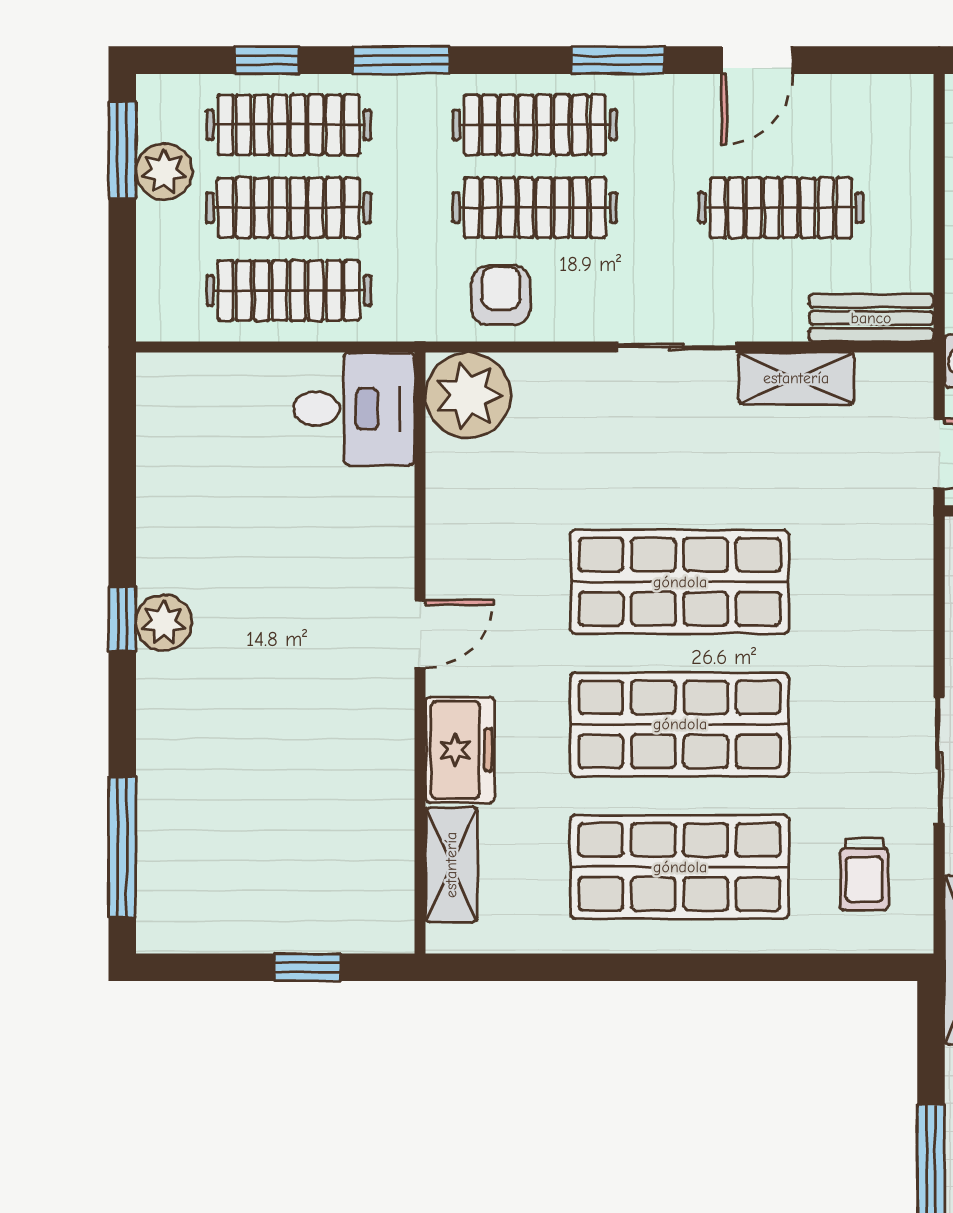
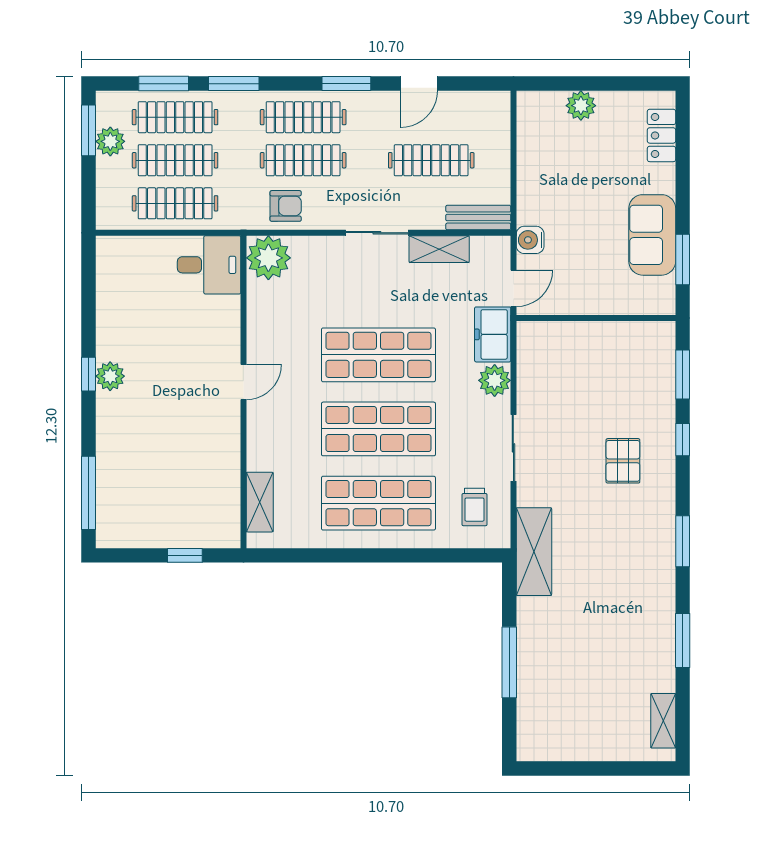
window: (267, 60) -> (164, 84), width x1.50
armchair: (501, 296) -> (286, 206), turned 90
plant: (903, 631) -> (495, 380), added
freezer: (460, 750) -> (493, 334), moved, turned 180

